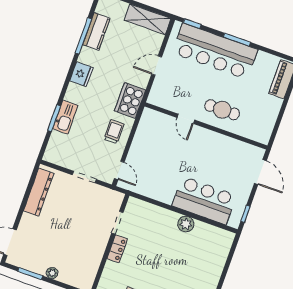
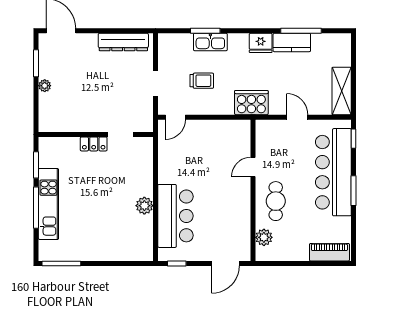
kitchen counter: (96, 31) -> (292, 42), moved
plant: (250, 131) -> (264, 237), added
trolley: (114, 132) -> (202, 81), moved

